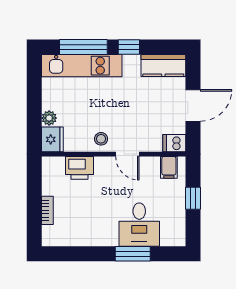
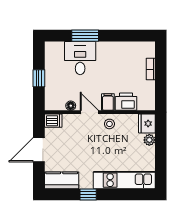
window: (83, 47) -> (123, 194), removed
floor lamp: (151, 163) -> (71, 106), added
filing cabinet: (169, 167) -> (108, 102), moved

